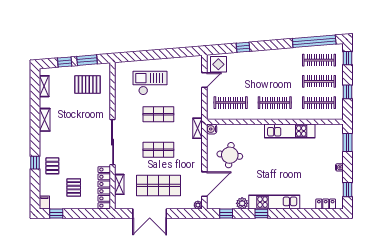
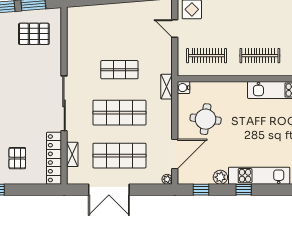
door: (204, 80) -> (175, 28), swing flipped
checkout: (150, 83) -> (109, 32), removed
shop shelf: (158, 150) -> (119, 113), width x1.43, depth x1.36

